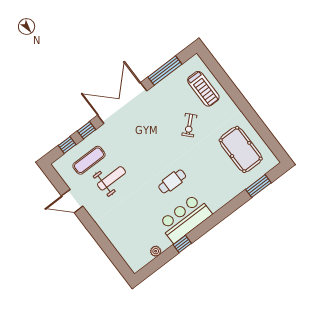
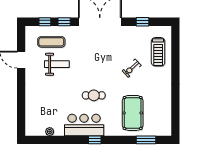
window: (165, 71) -> (142, 22), width x0.46
pool table: (241, 149) -> (133, 113), moved
window: (182, 244) -> (95, 140), moved

